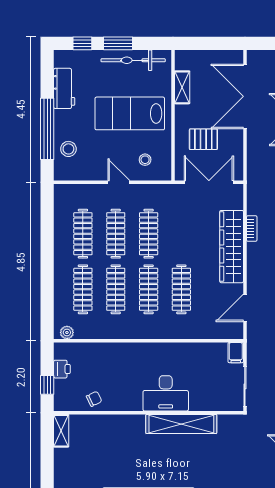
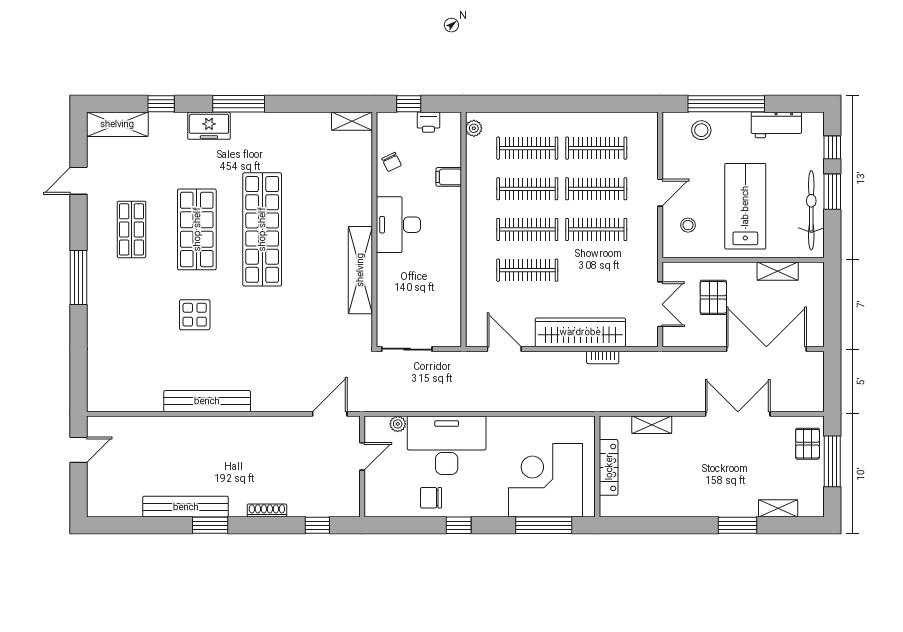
double door: (209, 182) -> (660, 304), width x0.73
filing cabinet: (236, 353) -> (449, 177), moved
desk: (166, 393) -> (398, 225), moved

